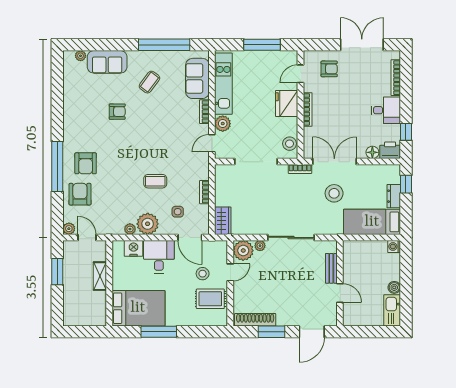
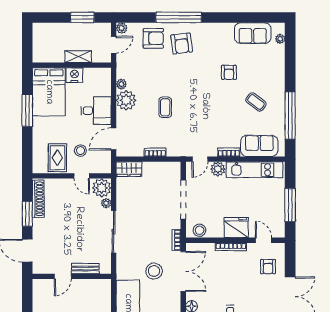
sofa: (107, 62) -> (253, 33), moved, turned -90
door: (212, 143) -> (200, 159), swing flipped
armchair: (86, 163) -> (181, 43), turned -97
side table: (178, 212) -> (137, 128), removed
nightstand: (134, 248) -> (74, 75), moved, turned -90

